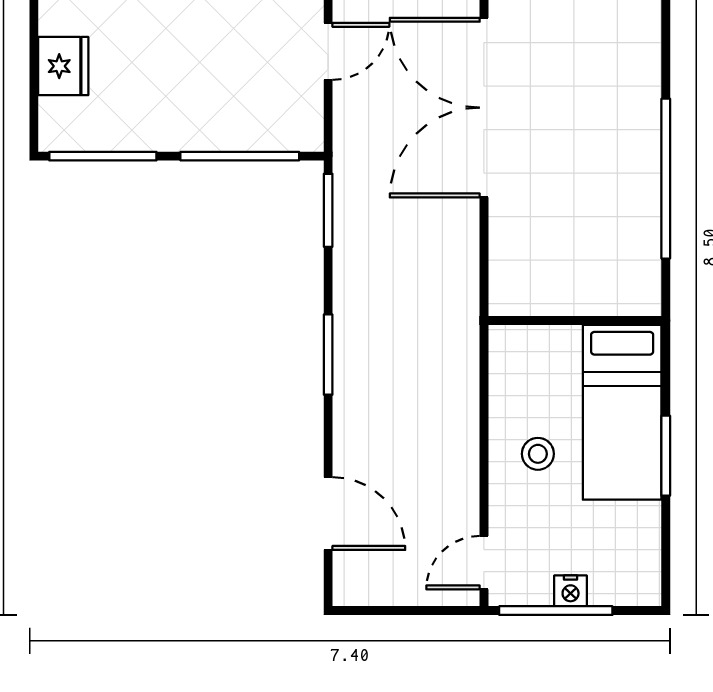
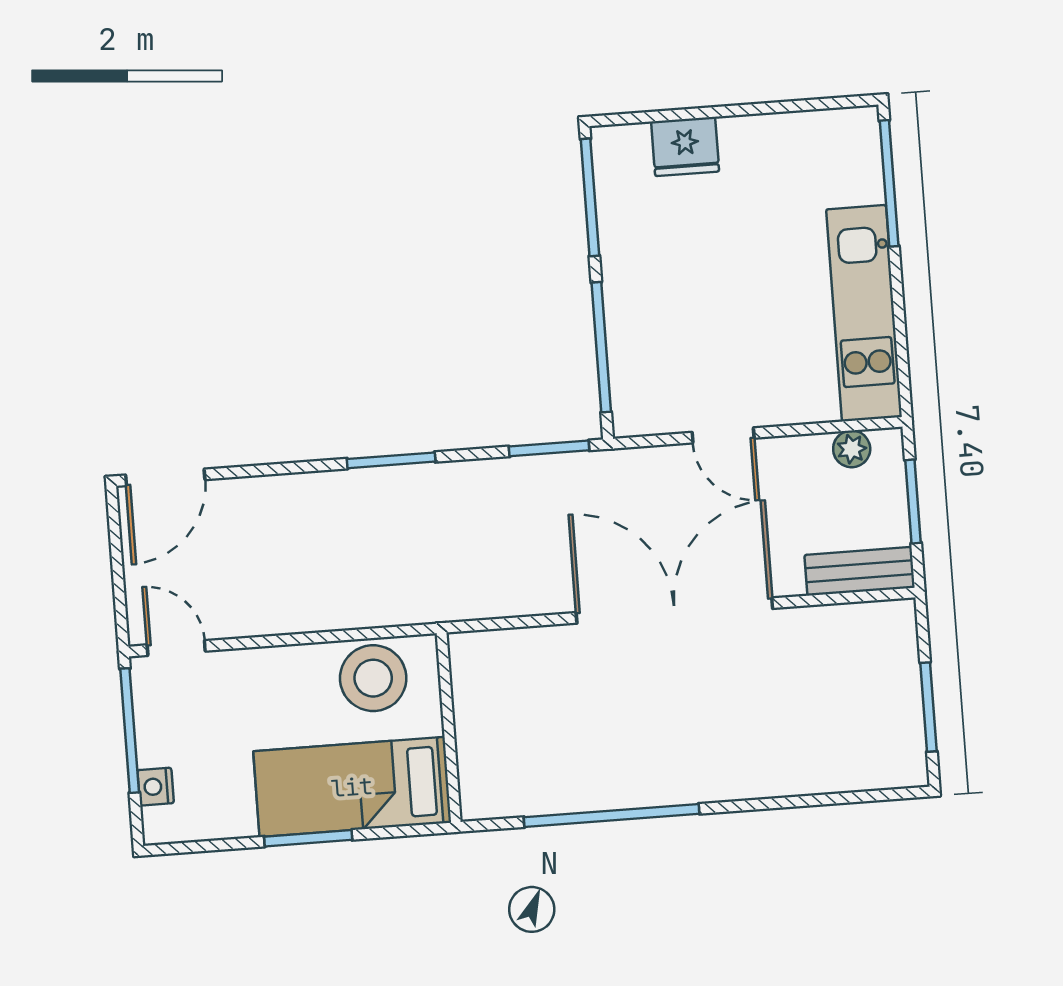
stool: (538, 454) -> (373, 678), moved, width x1.89, depth x1.89
door: (328, 514) -> (165, 477), moved
nightstand: (571, 591) -> (156, 787), moved

